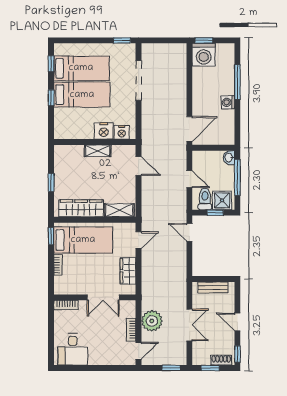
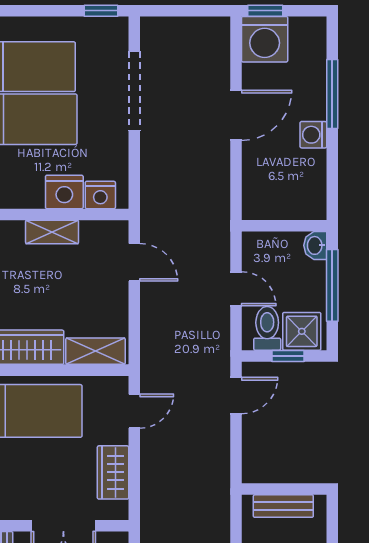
door: (189, 129) -> (236, 115), moved
door: (189, 232) -> (236, 395), swing flipped

